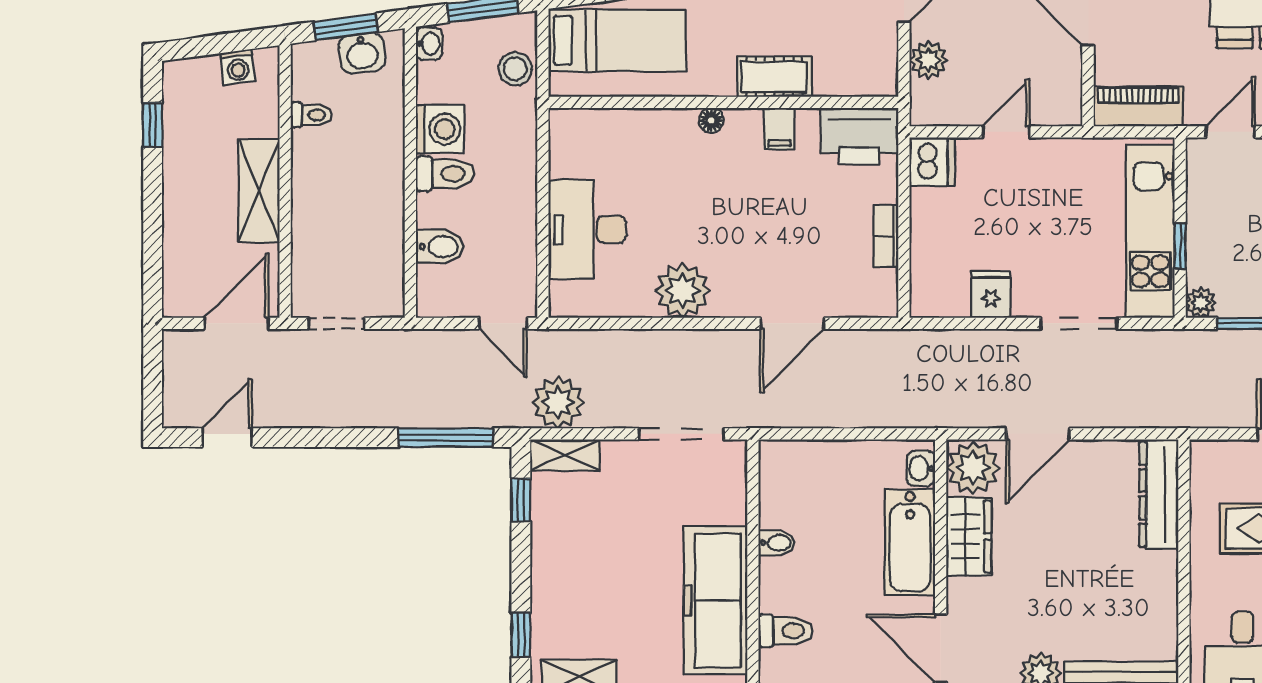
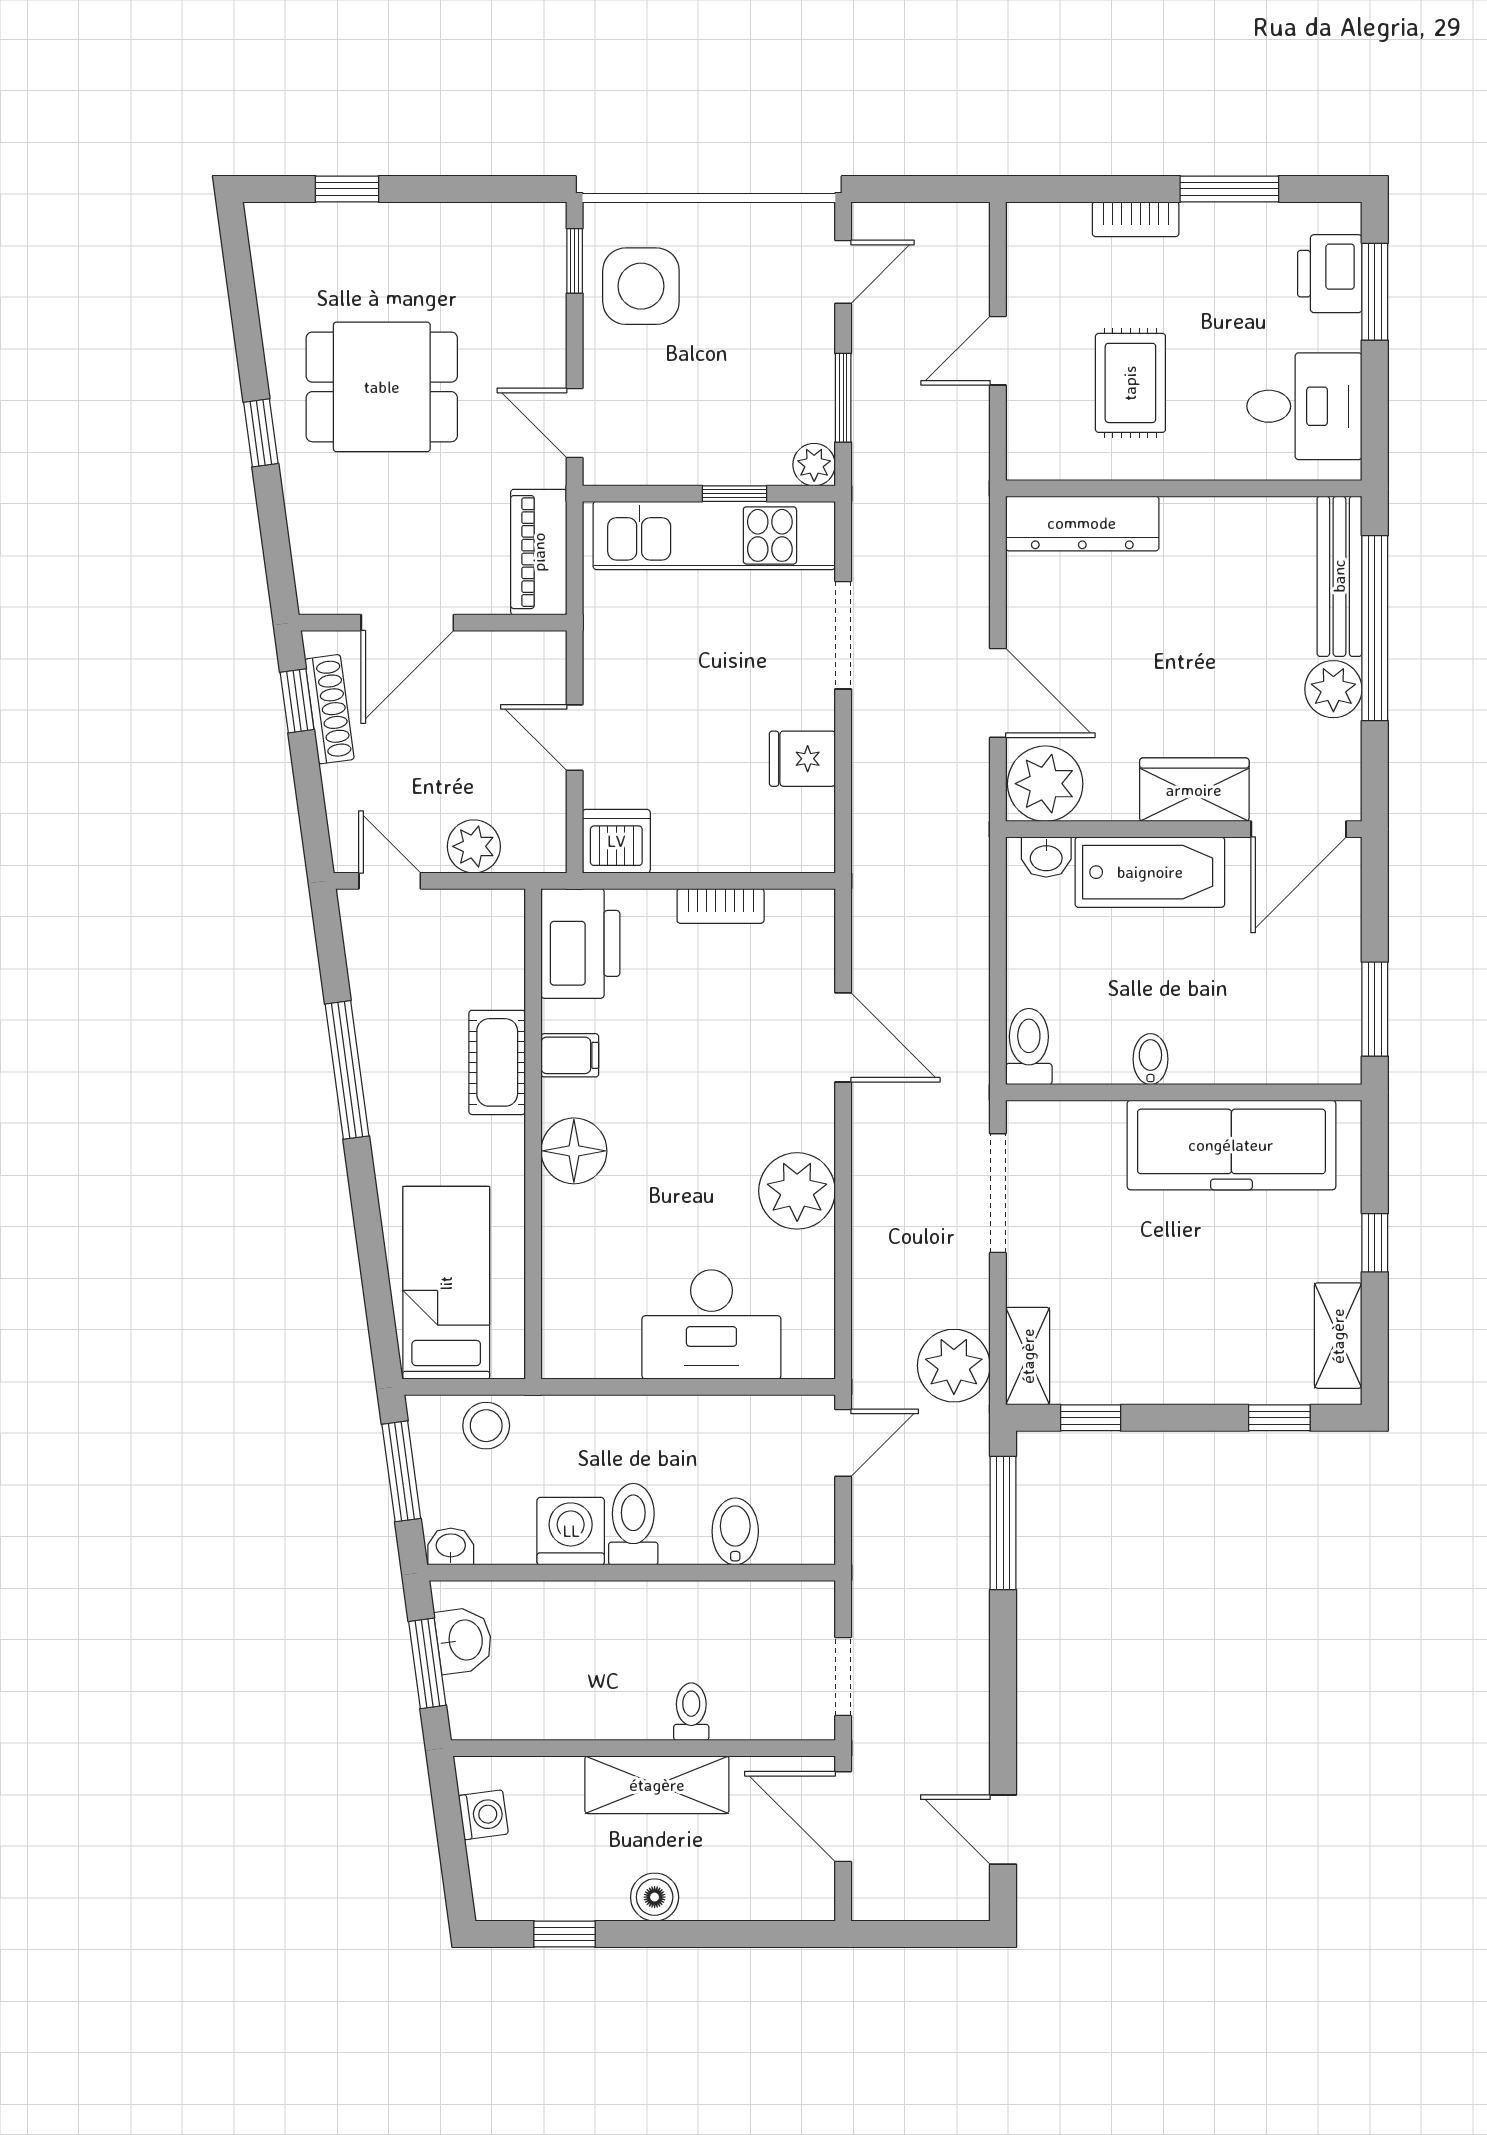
toilet: (311, 115) -> (691, 1712), moved
floor lamp: (711, 120) -> (574, 1151), width x1.89, depth x1.89
boiler: (179, 189) -> (655, 1897), added
wardrobe: (969, 537) -> (1194, 790), moved
toilet: (786, 631) -> (1029, 1047), moved

